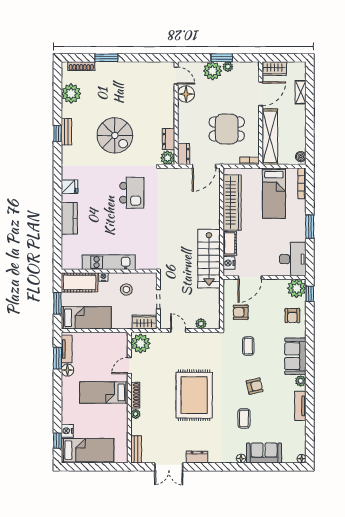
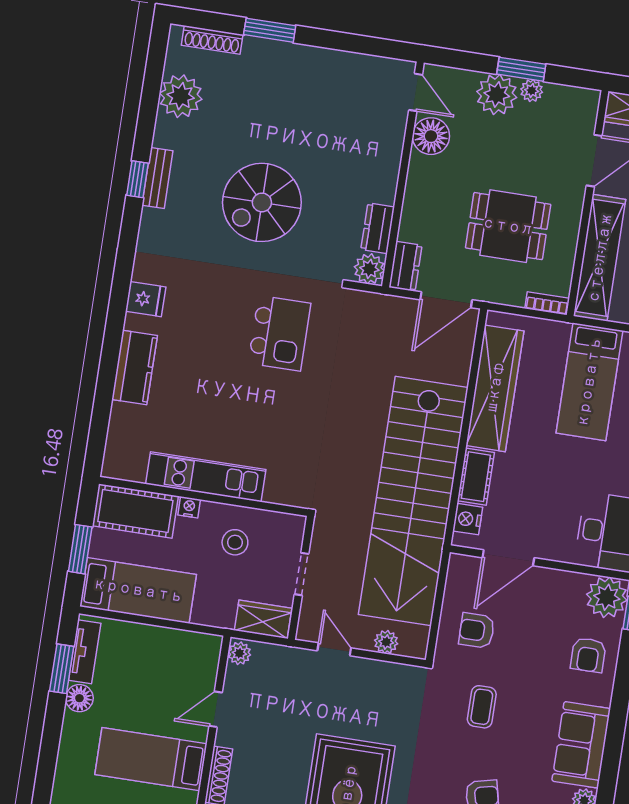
spiral stairs: (115, 135) -> (262, 202), turned 90
stairs: (209, 259) -> (413, 501), width x1.86, depth x1.51
plant: (141, 343) -> (239, 653), width x0.53, depth x0.53

